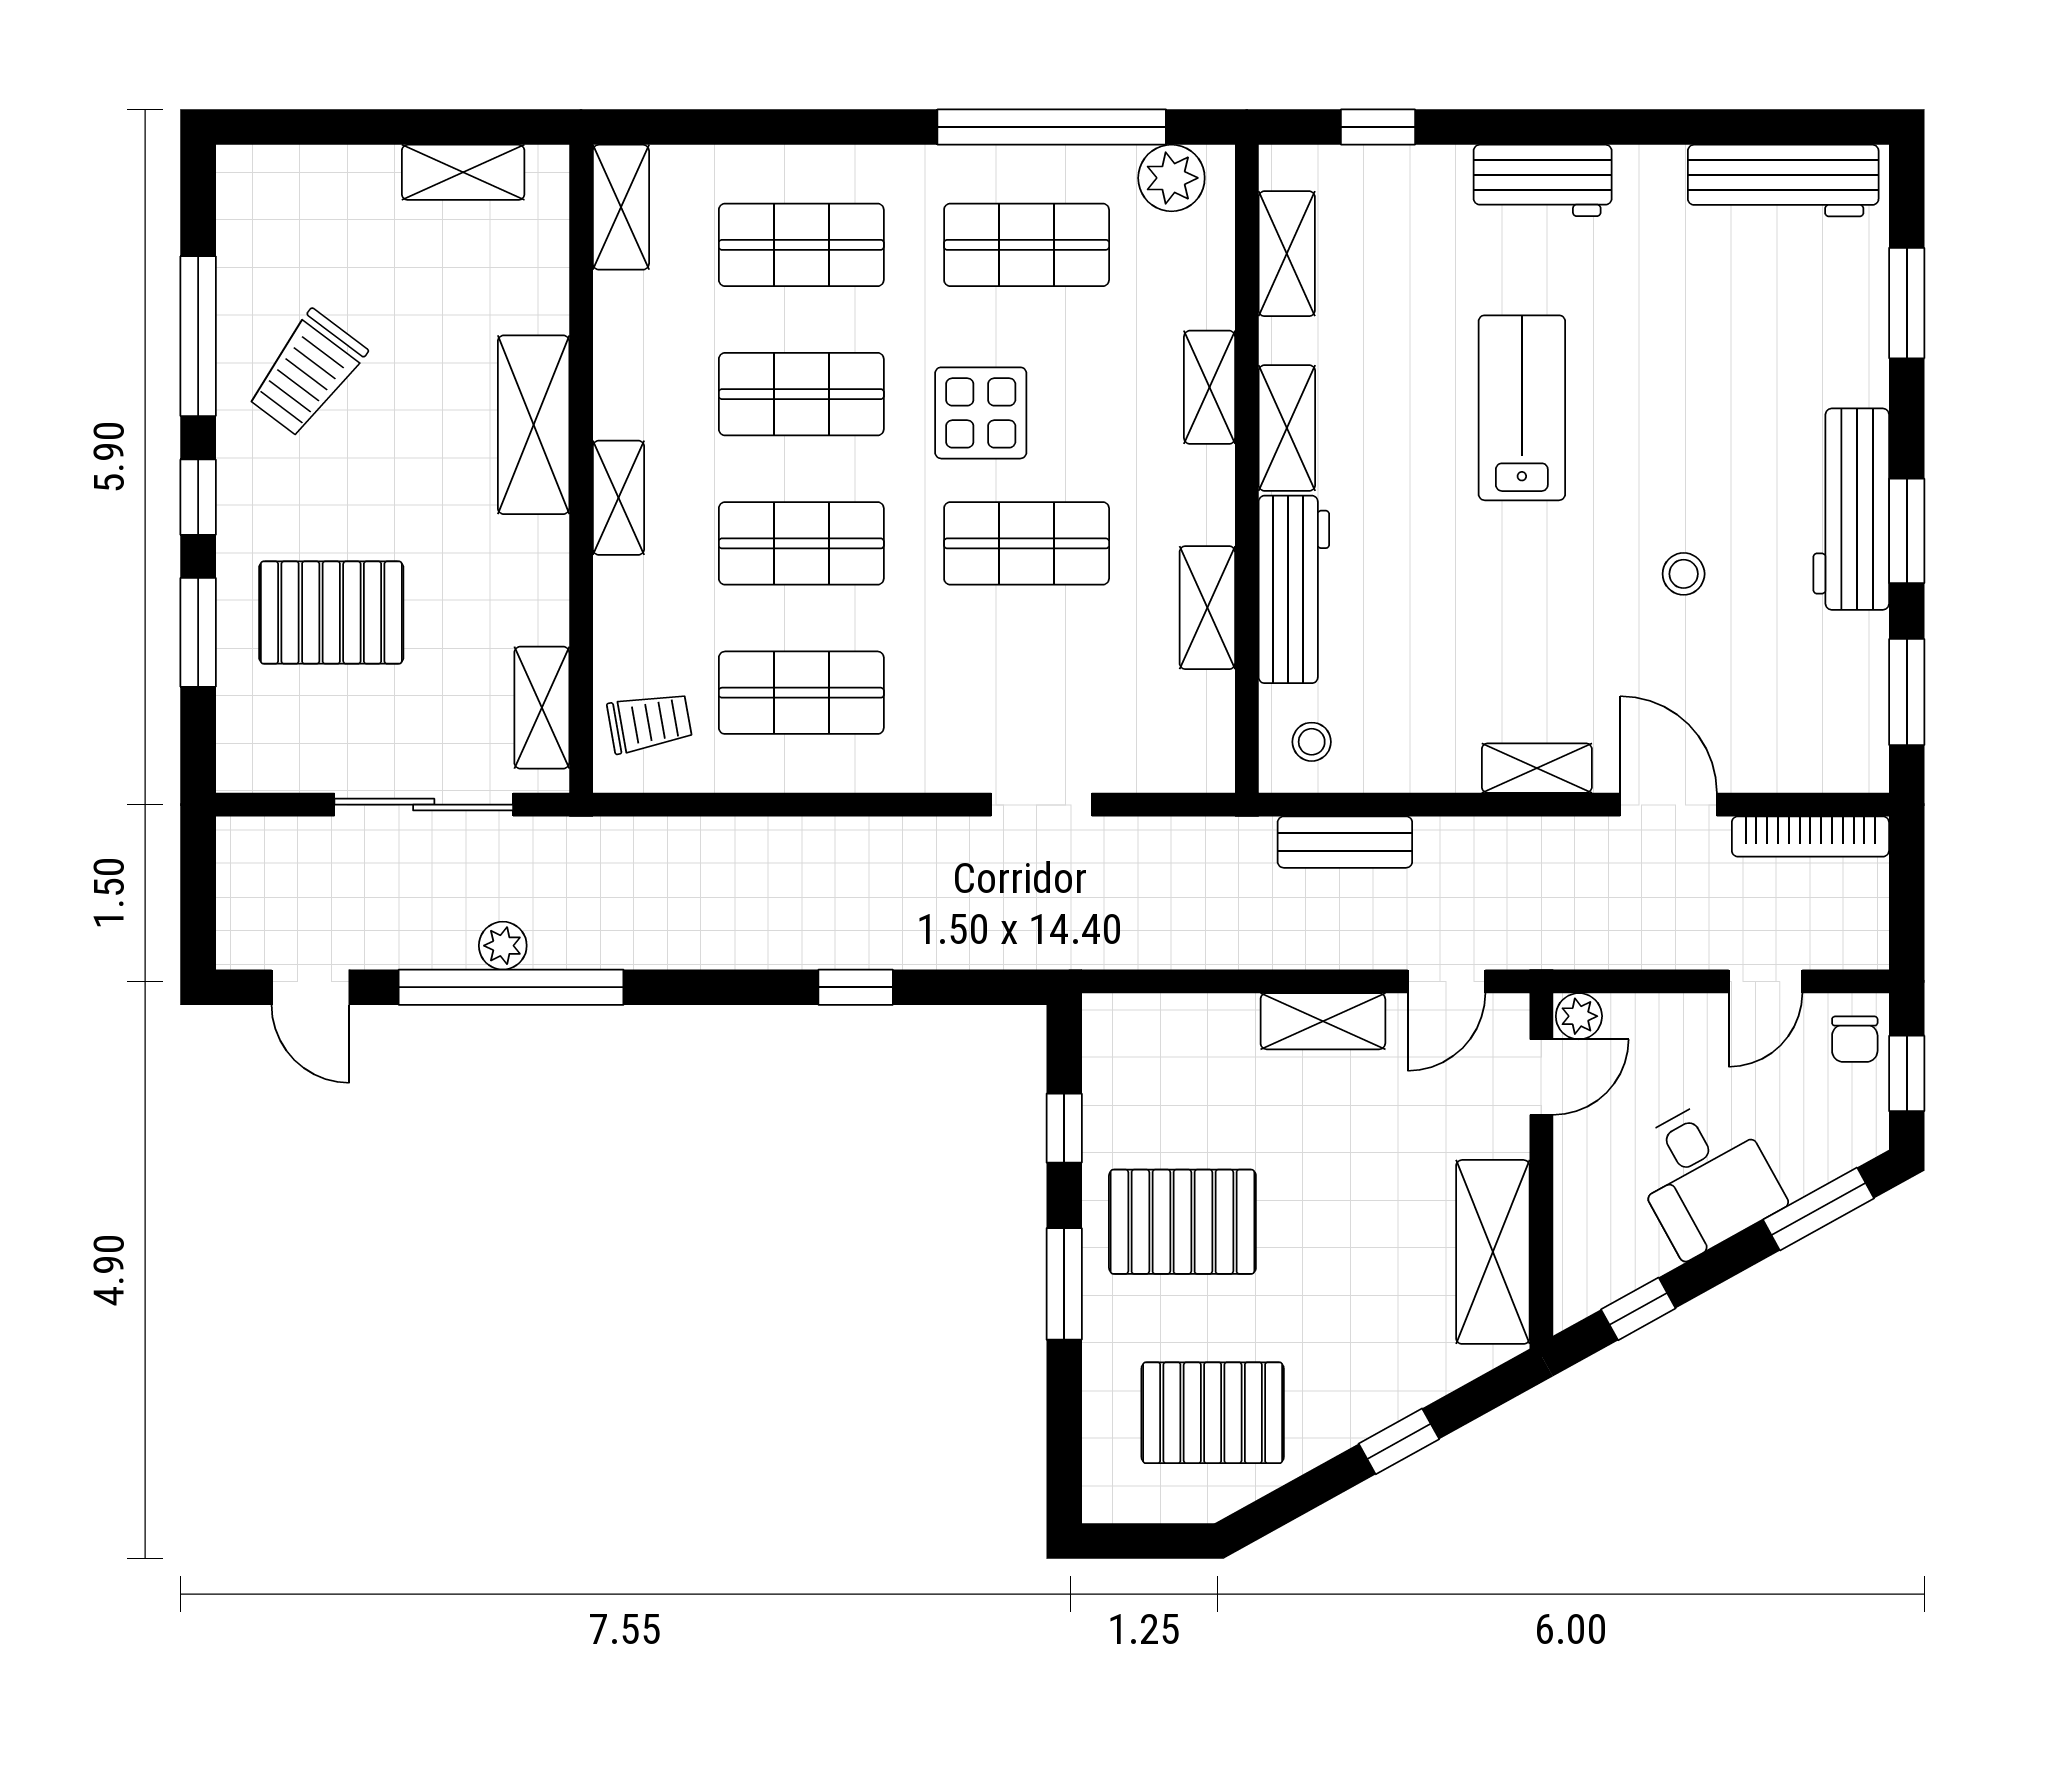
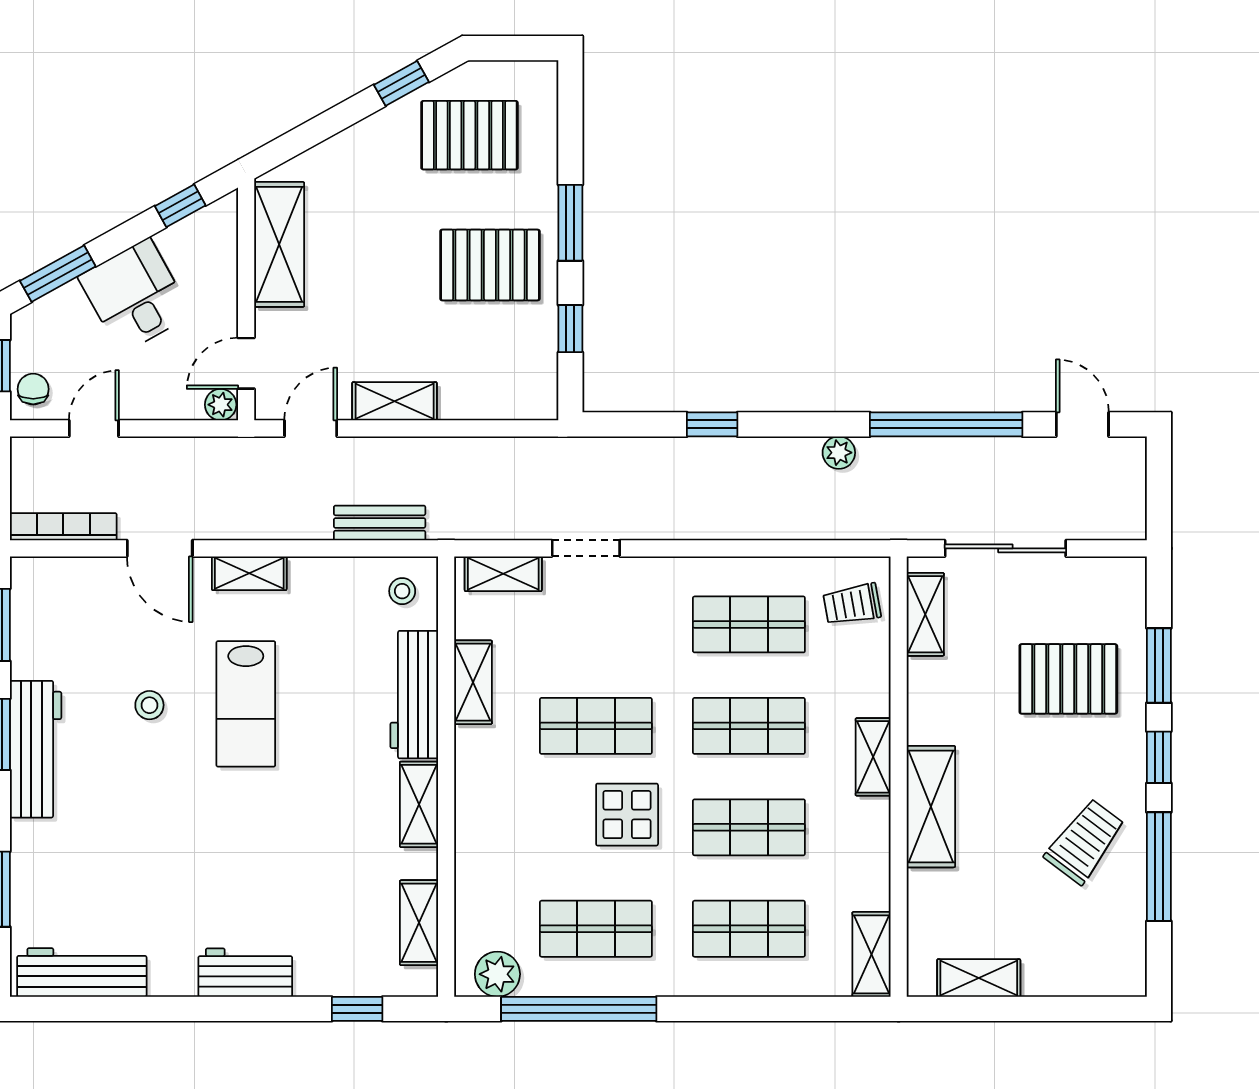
shelving: (1210, 387) -> (503, 574), moved, turned 90
lab bench: (1522, 408) -> (246, 704), moved
plant: (503, 946) -> (839, 453), moved
window: (1399, 1441) -> (401, 83), moved

